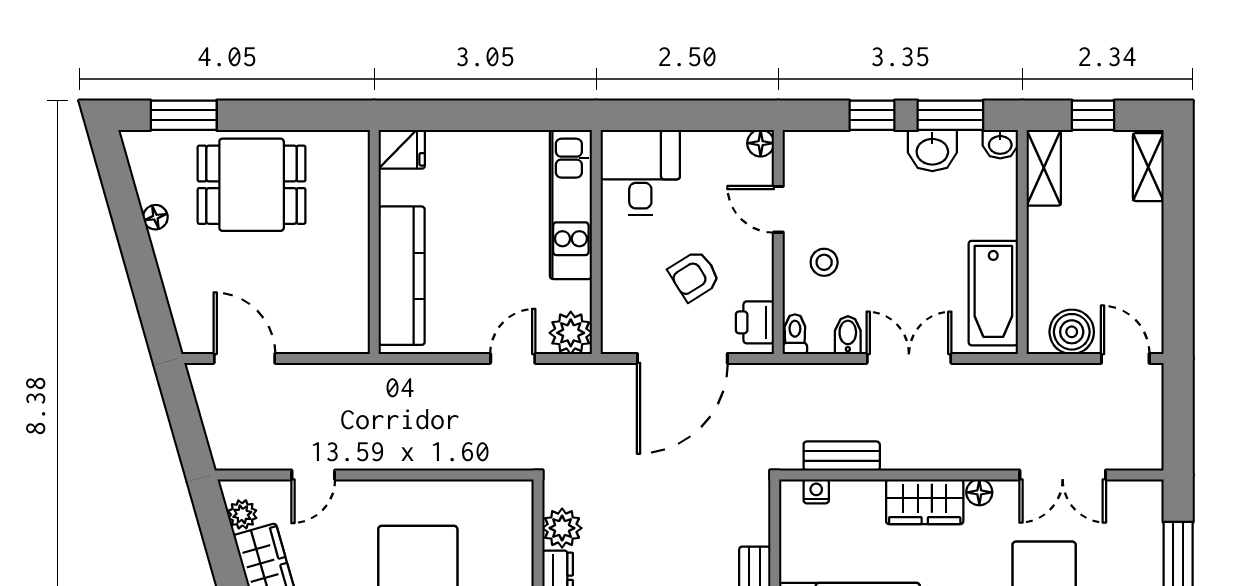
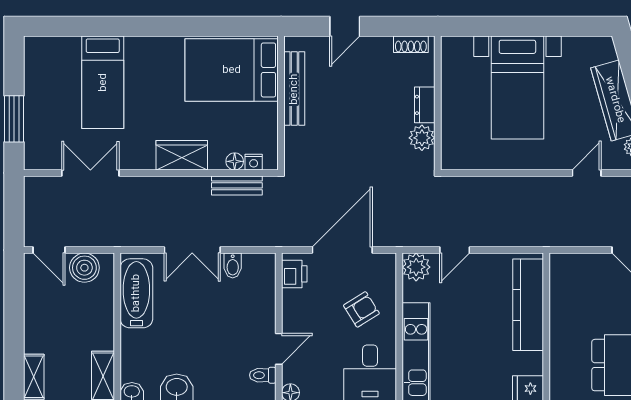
door: (778, 209) -> (279, 349), hinge flipped
stool: (824, 262) -> (248, 314), removed
armchair: (694, 276) -> (361, 309), moved
toilet: (795, 334) -> (263, 375), moved, turned 90
floor lamp: (979, 492) -> (235, 161), moved

